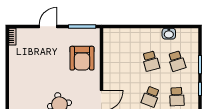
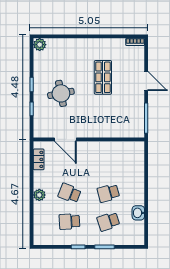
armchair: (82, 58) -> (112, 118), removed
shop shelf: (45, 66) -> (103, 77), added

